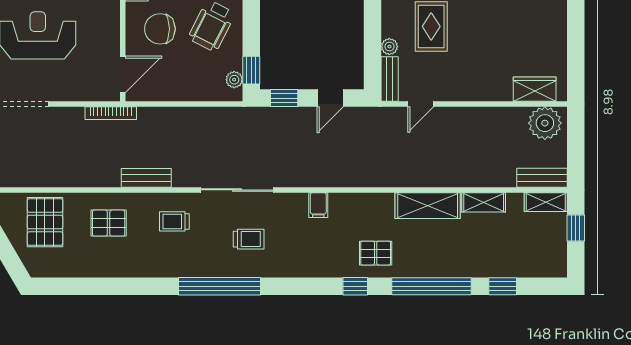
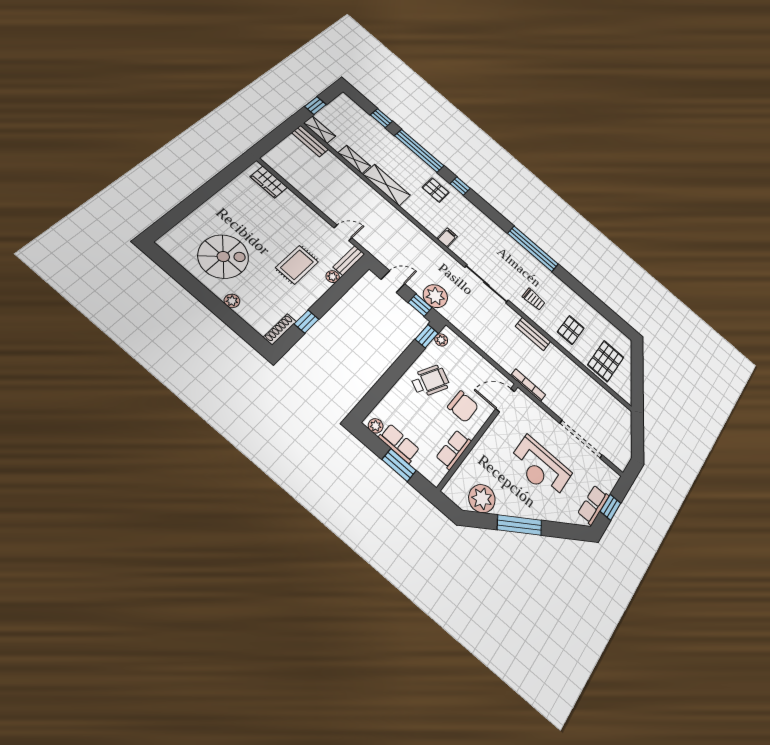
plant: (545, 123) -> (435, 296), moved
pallet: (109, 223) -> (571, 330), turned 90
trolley: (249, 239) -> (499, 256), removed

